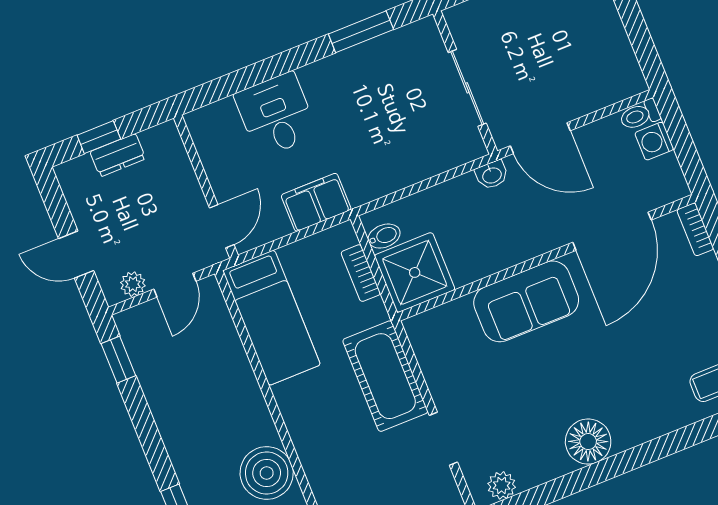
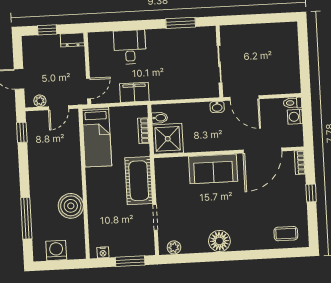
dresser: (118, 155) -> (72, 40), moved

